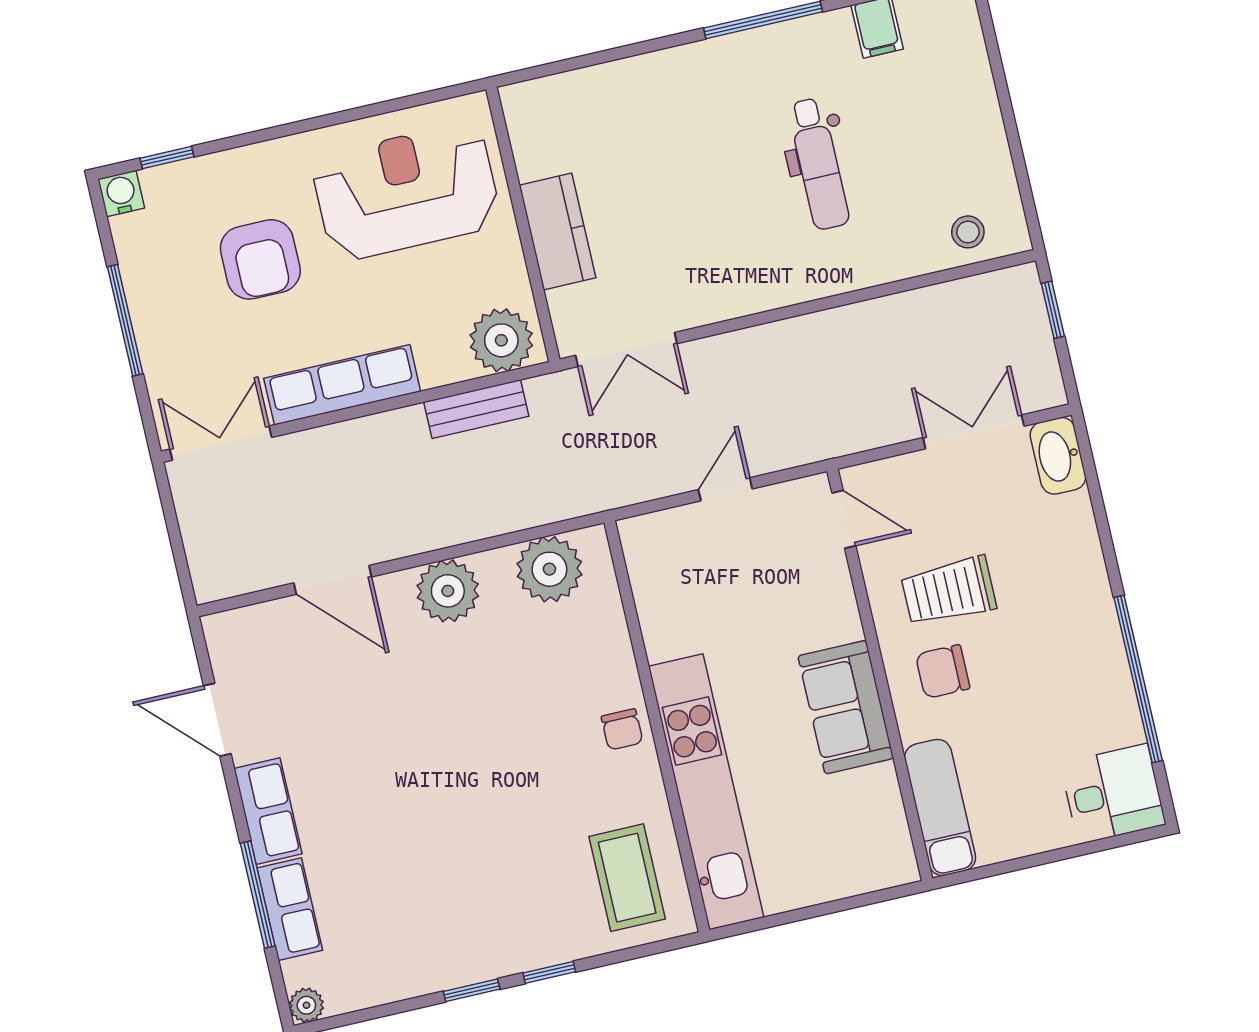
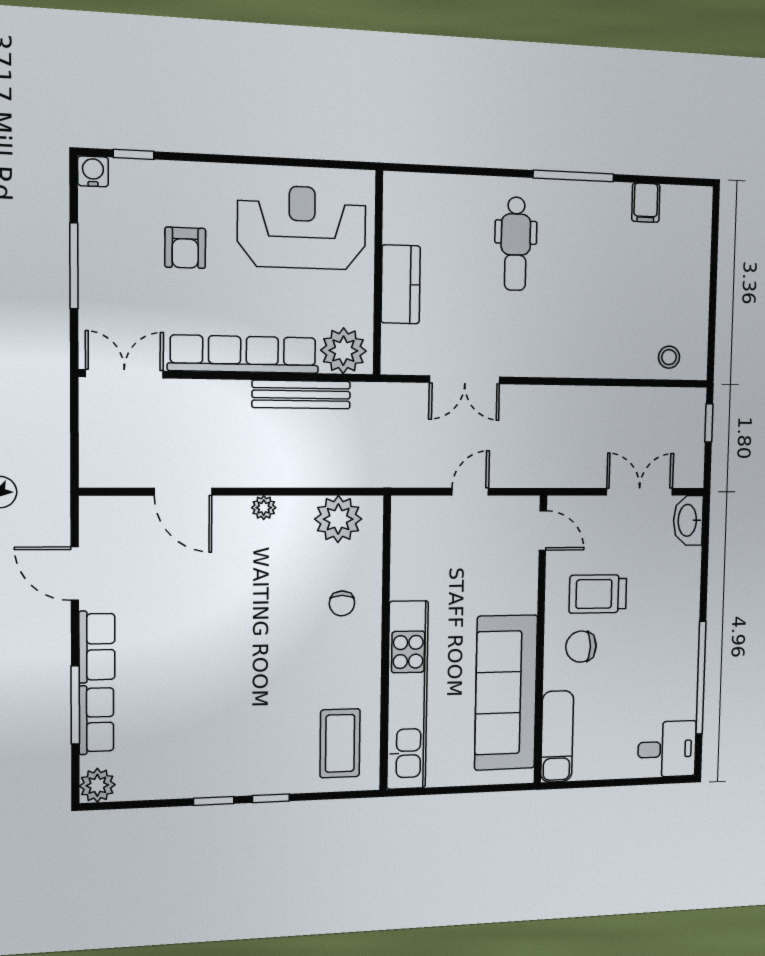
dental chair: (819, 164) -> (516, 244), moved
armchair: (260, 259) -> (185, 248), width x0.72, depth x0.72
double door: (626, 350) -> (465, 380), moved
row of seats: (342, 385) -> (243, 354), width x1.36
bench: (476, 409) -> (301, 395), width x1.36
plant: (448, 591) -> (264, 508), width x0.53, depth x0.53
sofa: (846, 707) -> (506, 693), width x1.85, depth x1.27
chair: (622, 729) -> (342, 603), moved
plant: (306, 1005) -> (97, 785), width x1.38, depth x1.38

